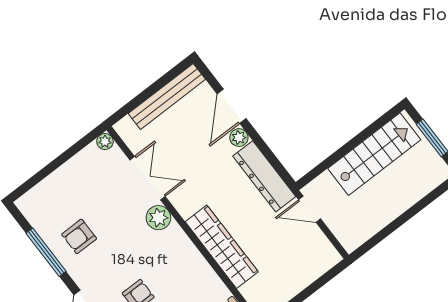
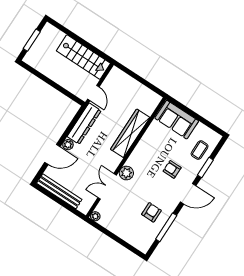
stairs: (374, 154) -> (83, 57), moved, turned 180
armchair: (79, 236) -> (151, 212), turned -90

